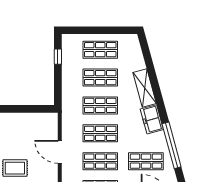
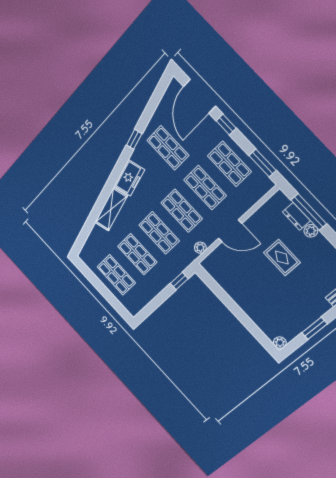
window: (58, 57) -> (179, 281), moved
plant: (67, 123) -> (200, 248), added
window: (172, 145) -> (134, 139), width x0.32
door: (60, 152) -> (230, 231), hinge flipped

